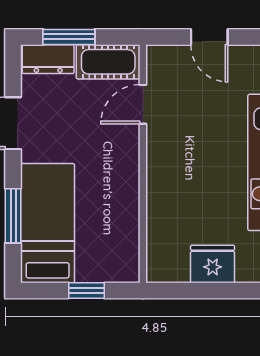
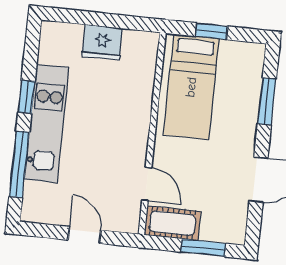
dresser: (48, 59) -> (223, 231), removed
door: (143, 104) -> (147, 184), hinge flipped
bed: (48, 223) -> (191, 87), moved

